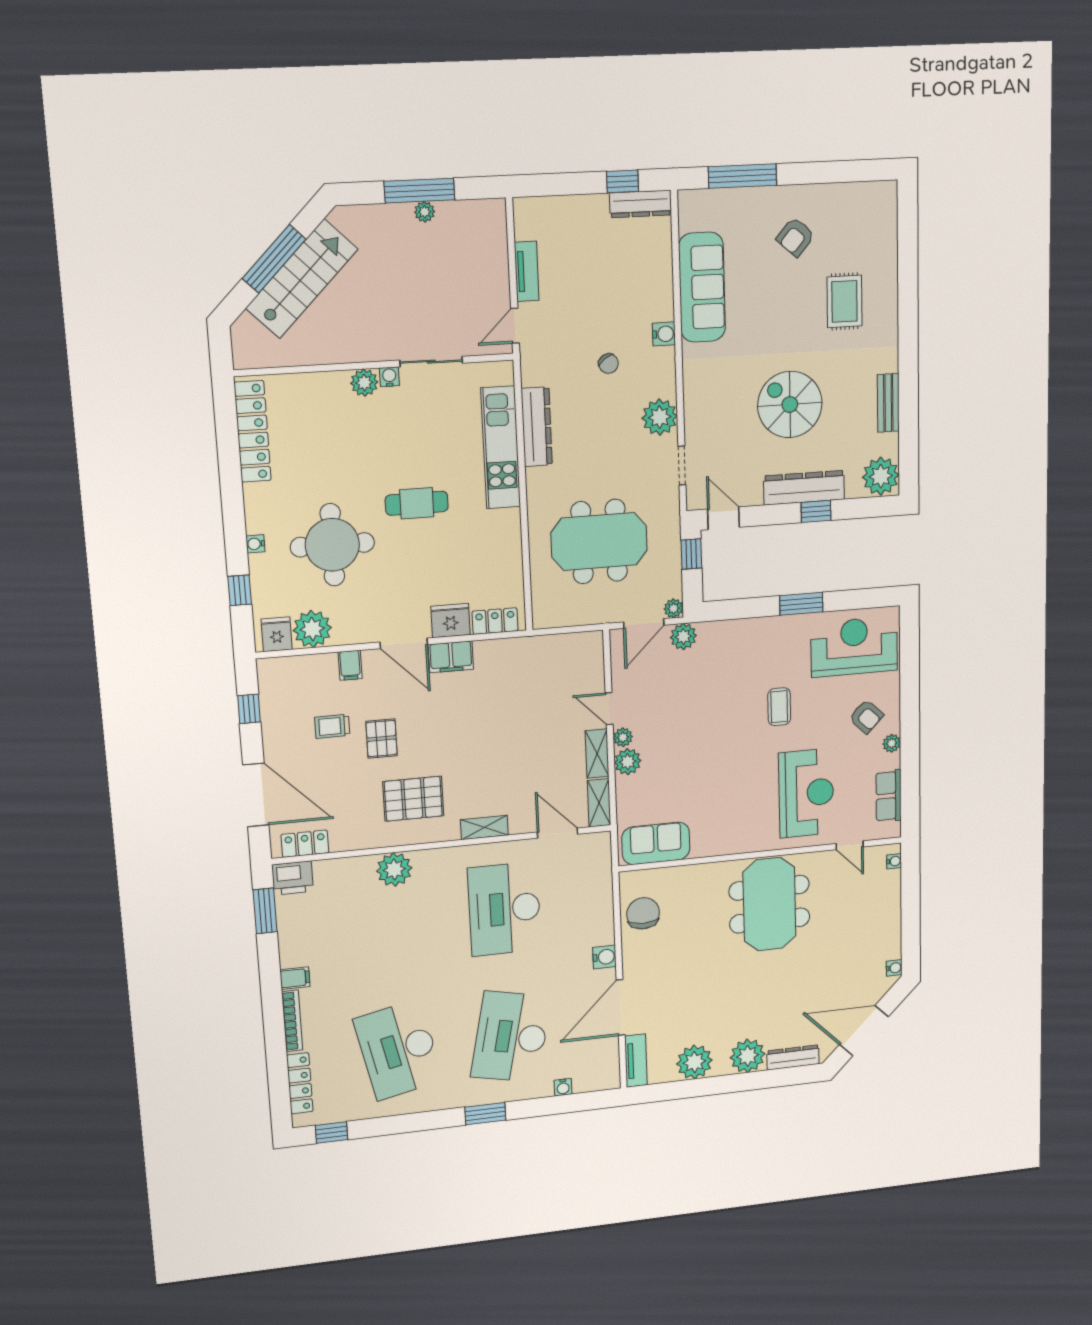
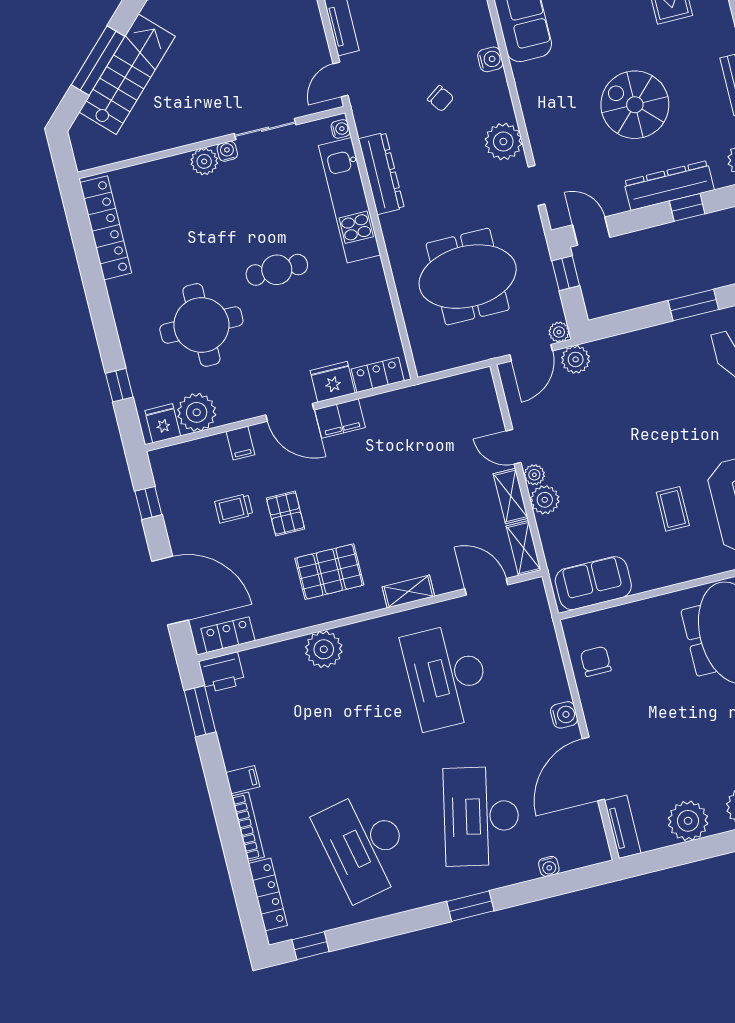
water cooler: (255, 544) -> (341, 129), moved, turned 180
coffee table: (779, 707) -> (673, 509), moved
chair: (643, 913) -> (596, 661), width x0.73, depth x0.73

